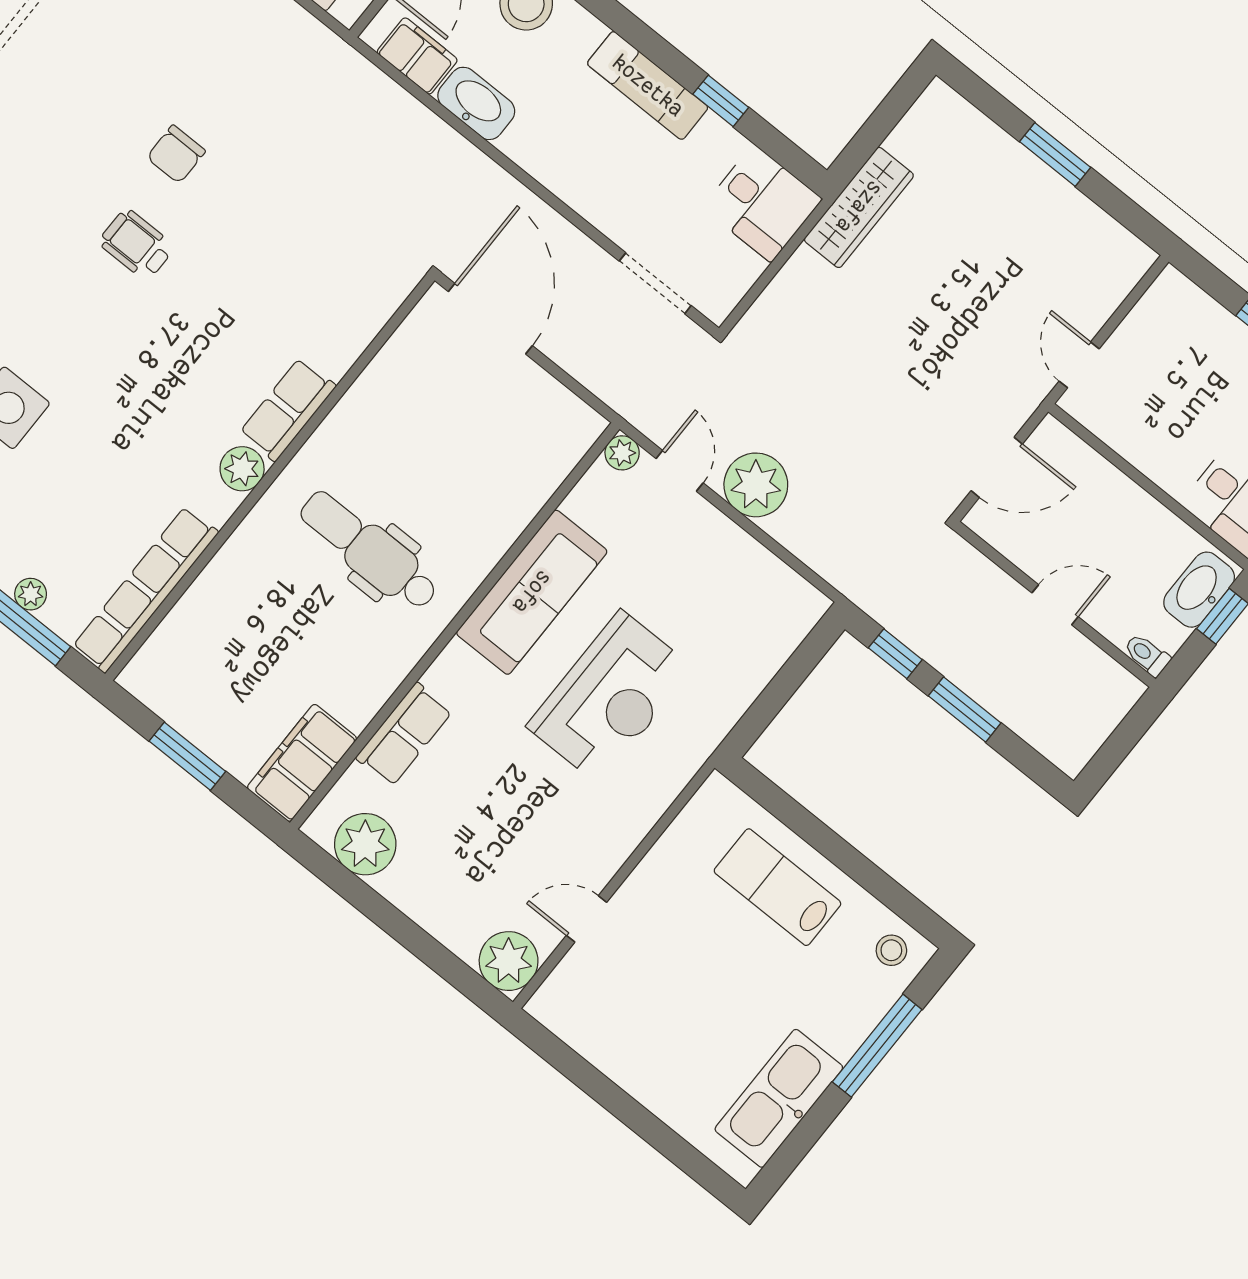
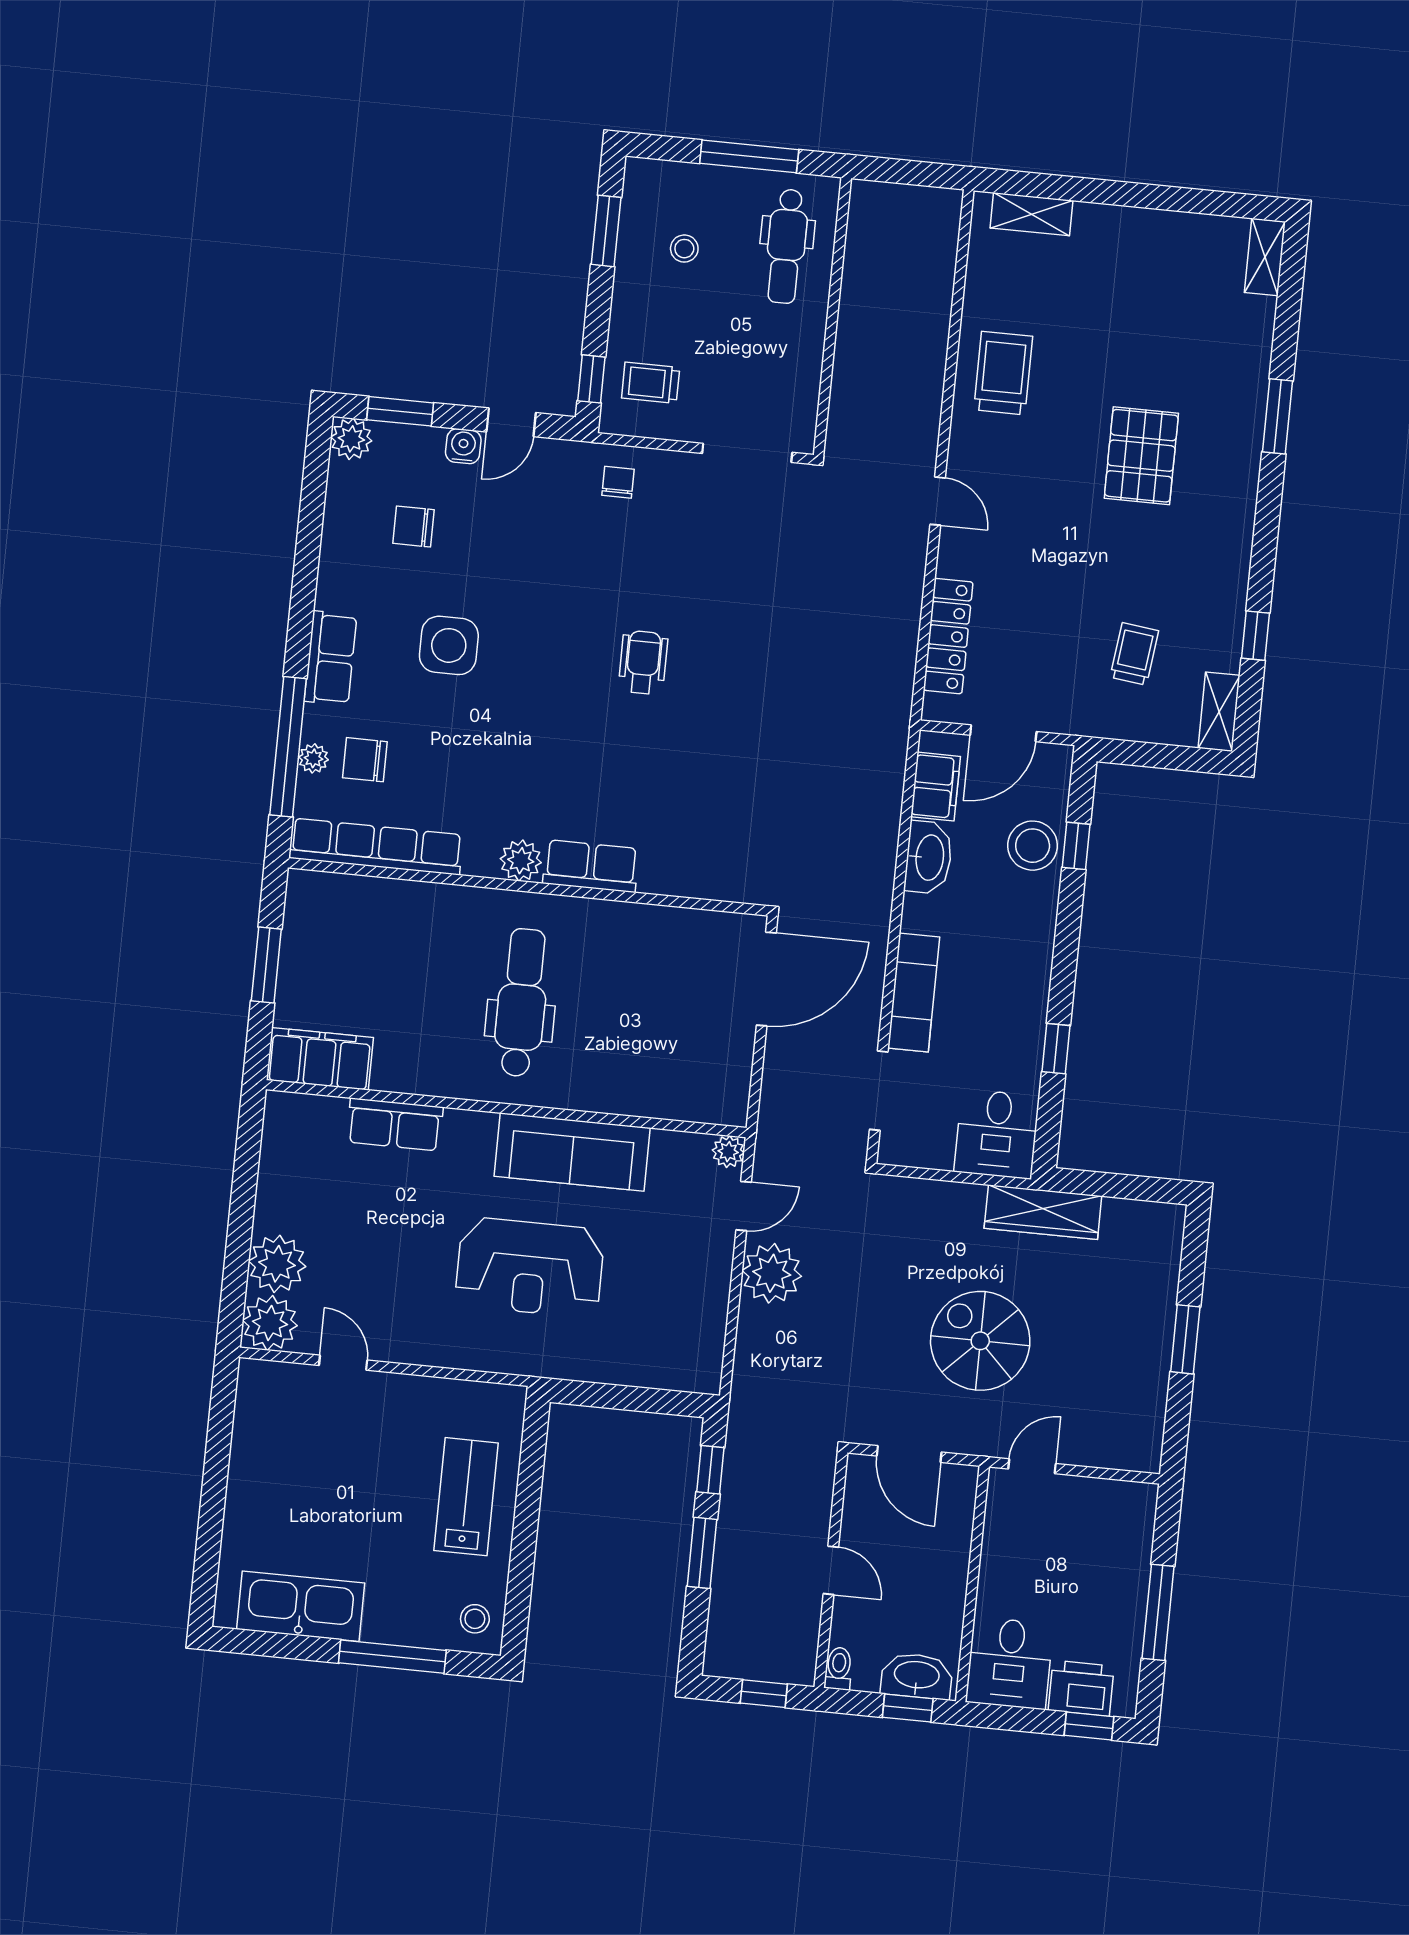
exam couch: (648, 86) -> (914, 992), moved, turned 180
chair: (176, 154) -> (365, 760), moved
spiral stairs: (937, 338) -> (980, 1341), added
window: (1126, 736) -> (764, 1694), added
plant: (365, 844) -> (277, 1264), moved

